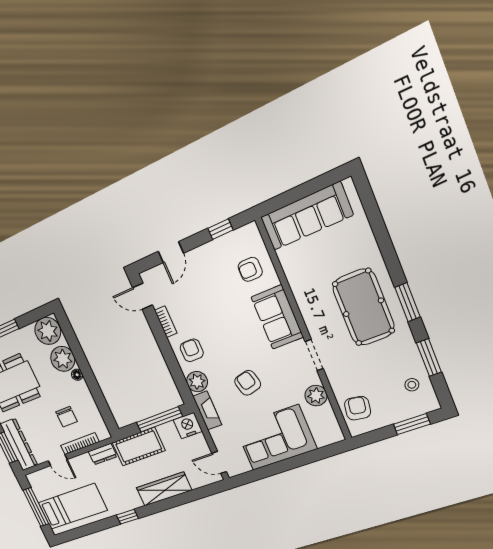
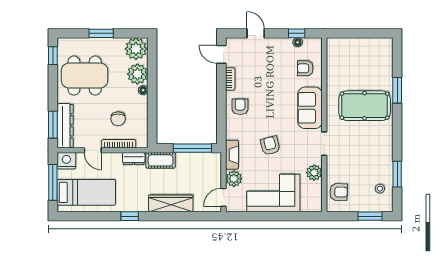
sofa: (306, 216) -> (356, 50), removed
floor lamp: (227, 240) -> (298, 42), added
door: (171, 252) -> (256, 33), swing flipped
window: (408, 302) -> (397, 90), moved
pool table: (363, 307) -> (365, 106), moved, turned 90
plant: (197, 382) -> (234, 179), moved
armchair: (358, 408) -> (339, 192), turned 83
nightstand: (188, 426) -> (66, 161), moved
cot: (139, 447) -> (161, 160), width x0.73, depth x0.75
door: (219, 462) -> (224, 197), hinge flipped

